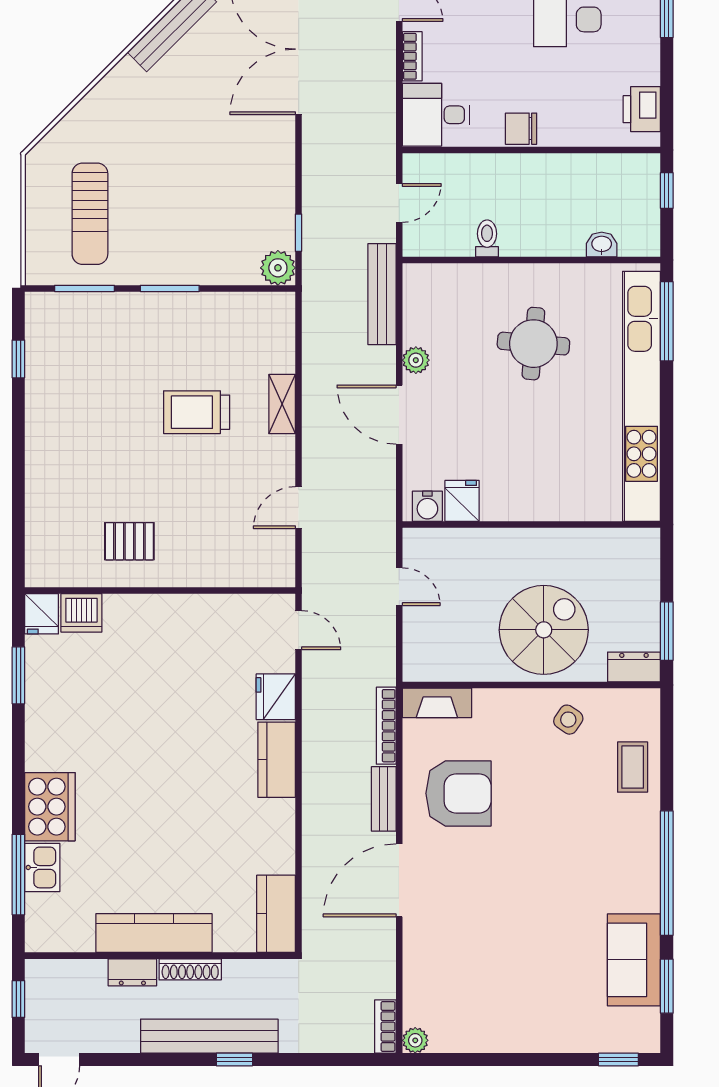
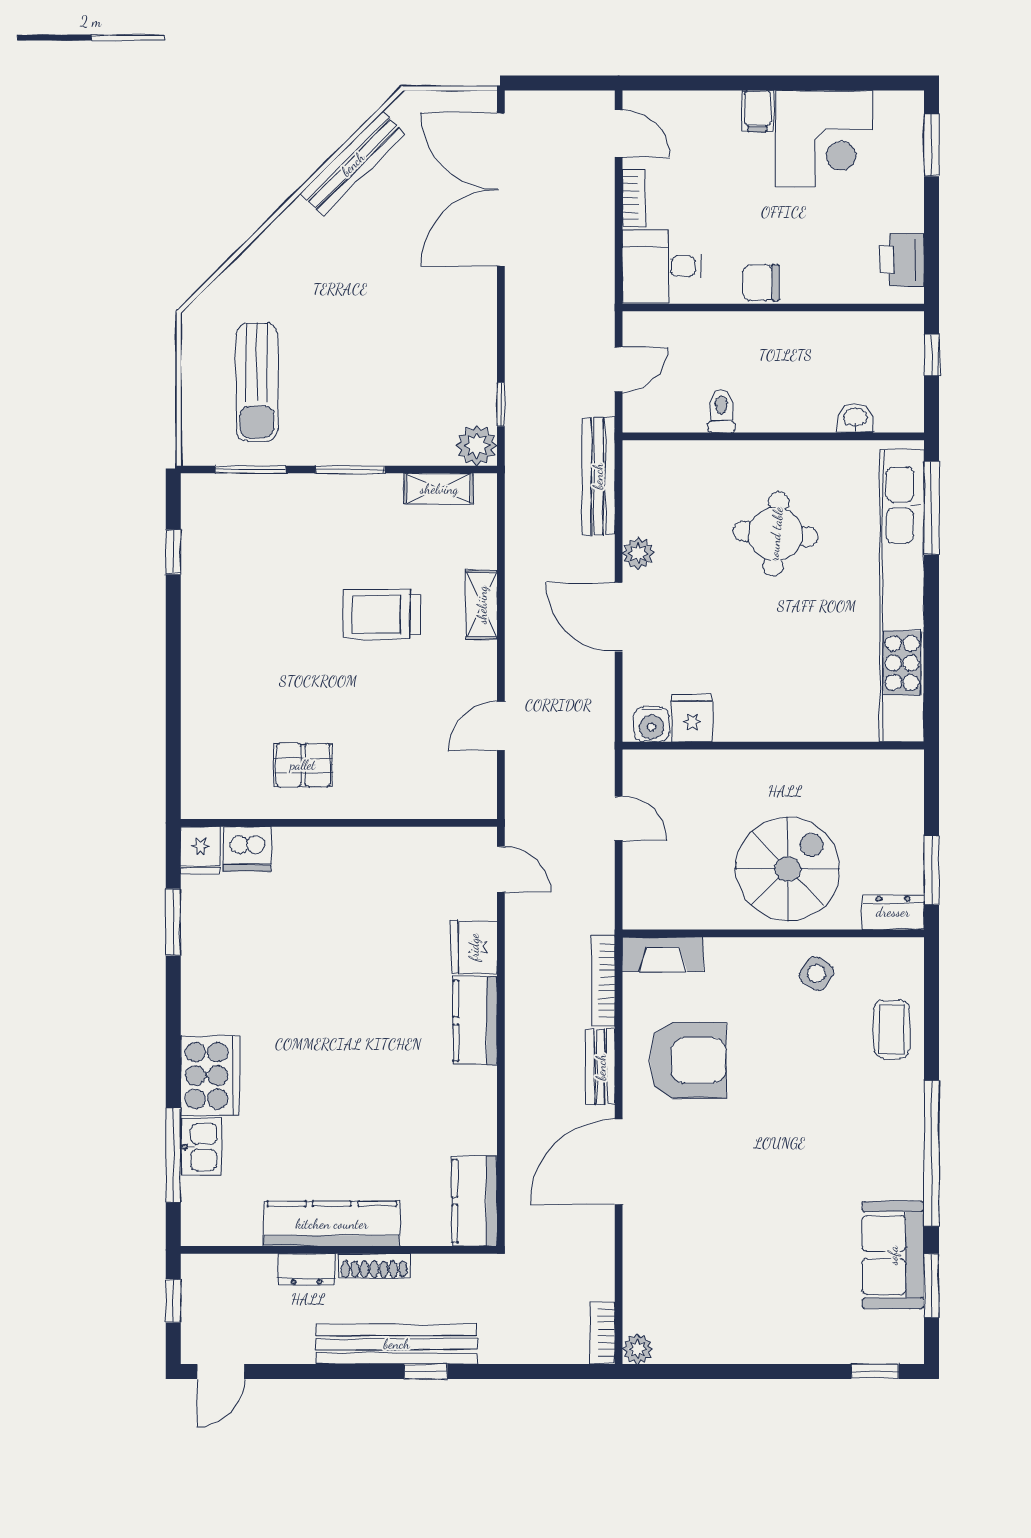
shelving: (245, 305) -> (439, 489), added

